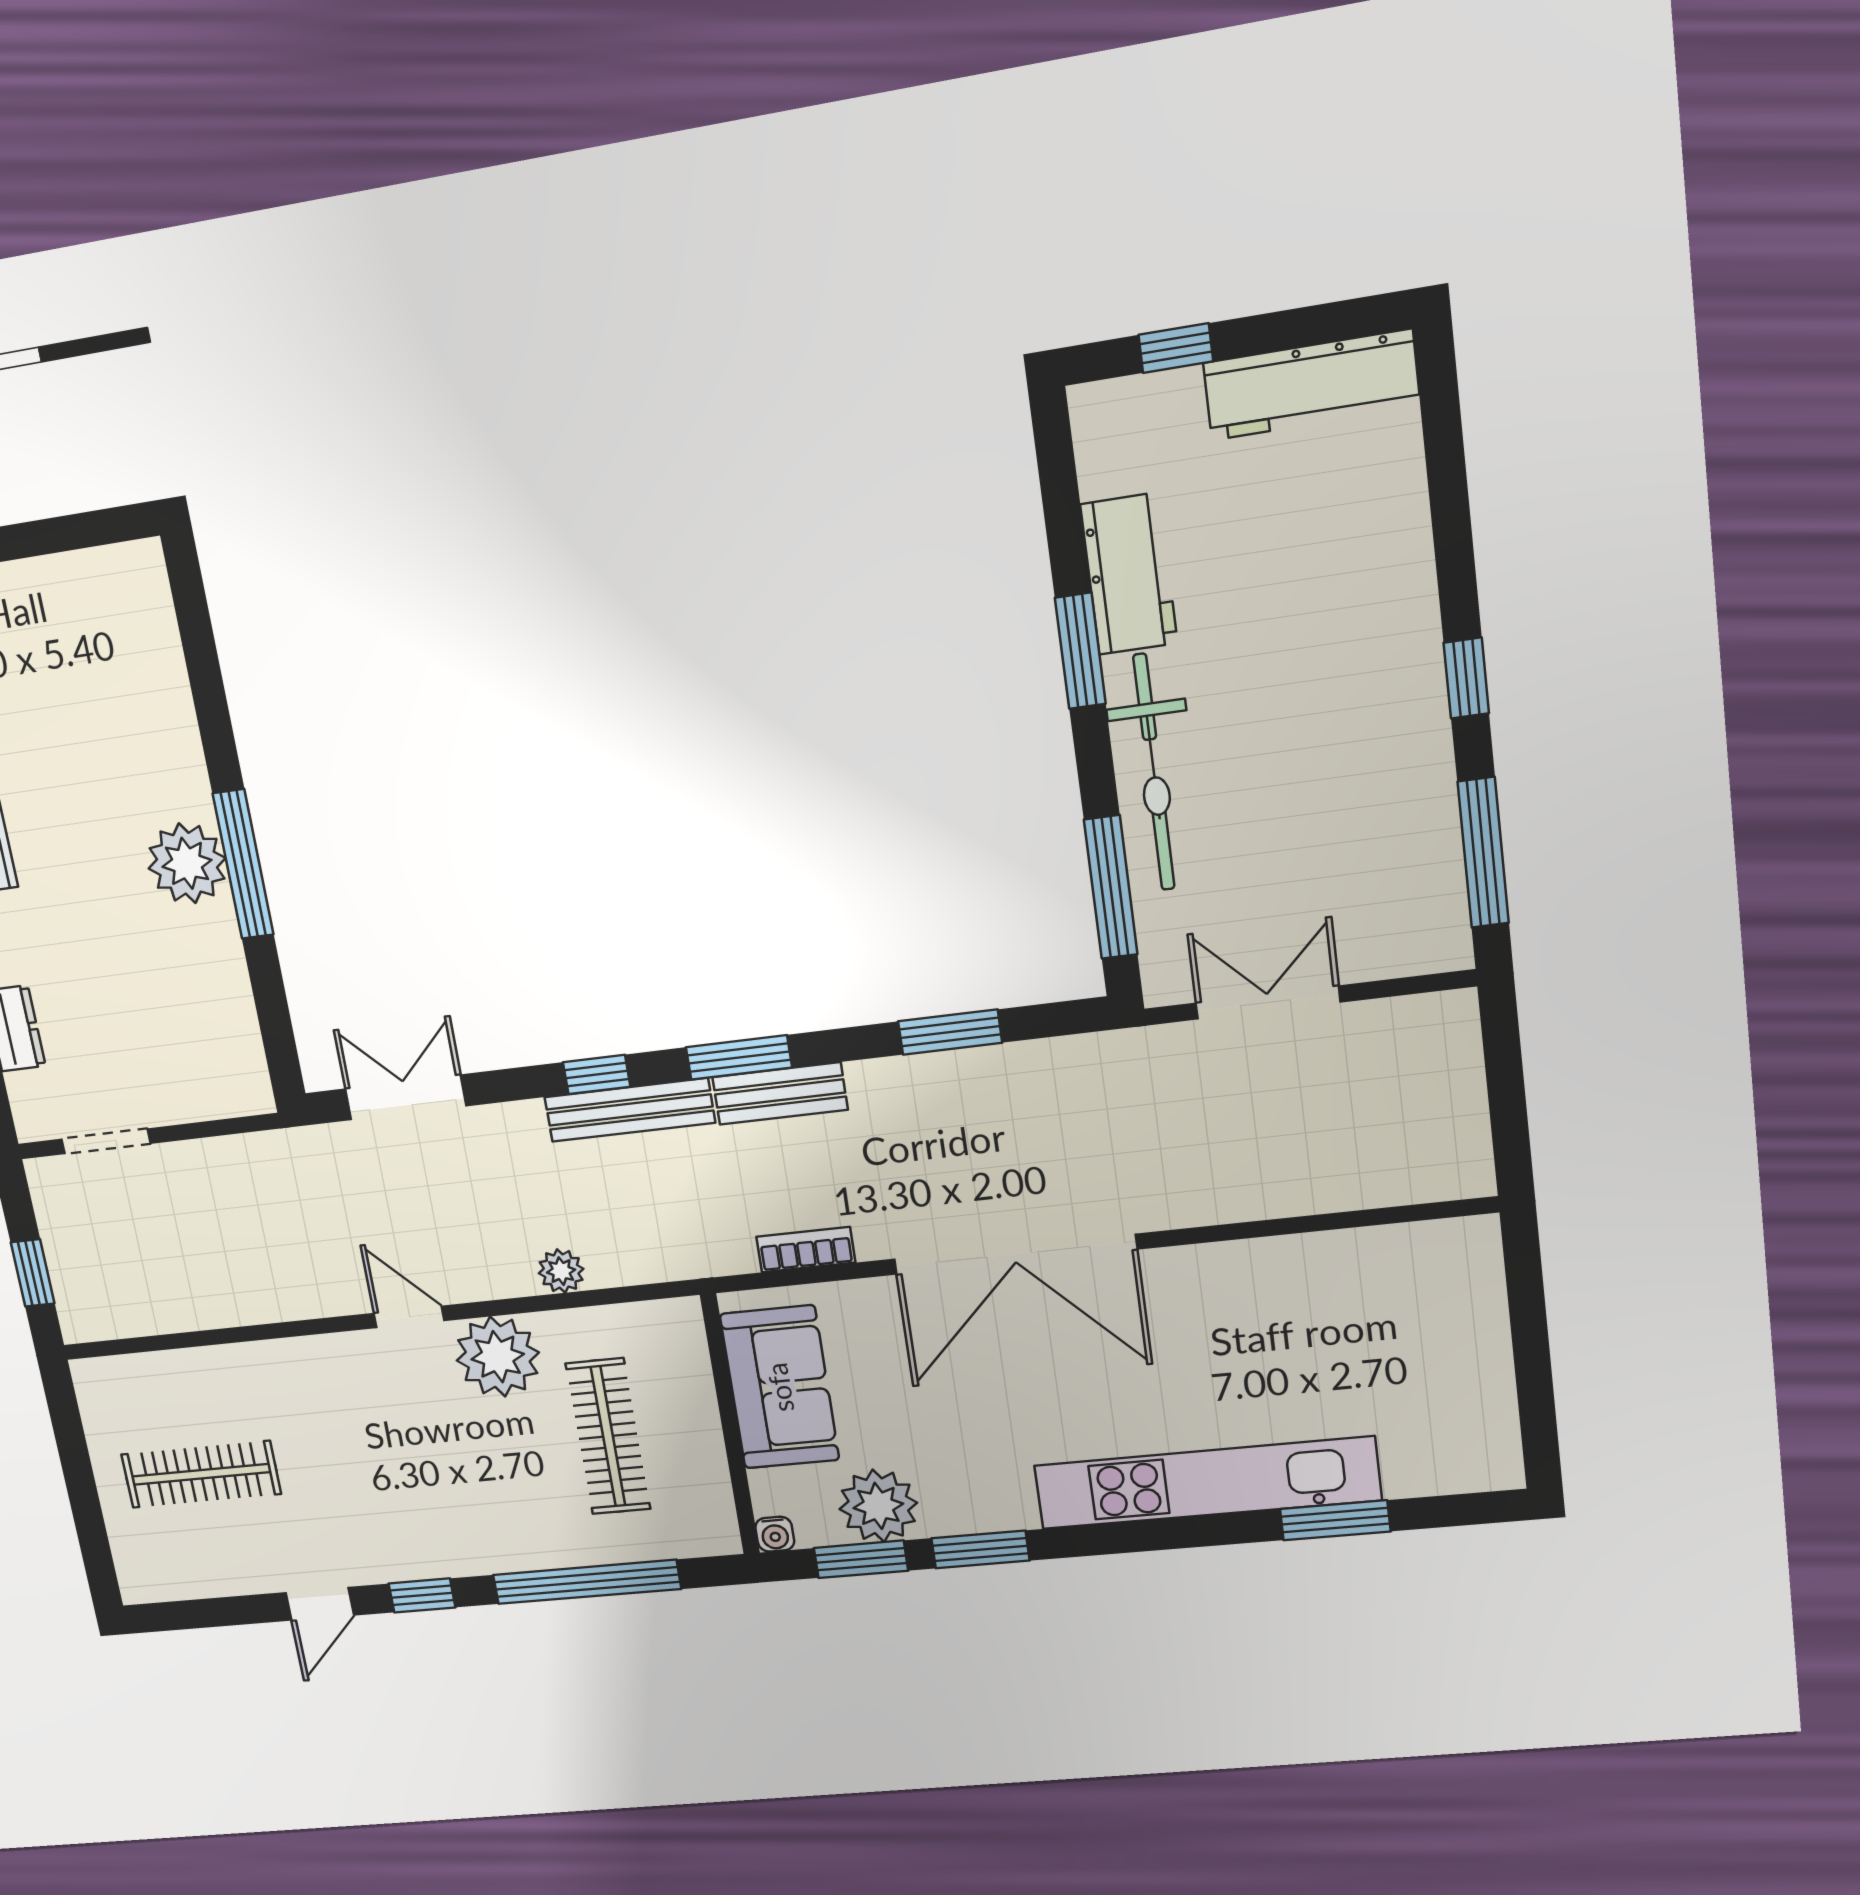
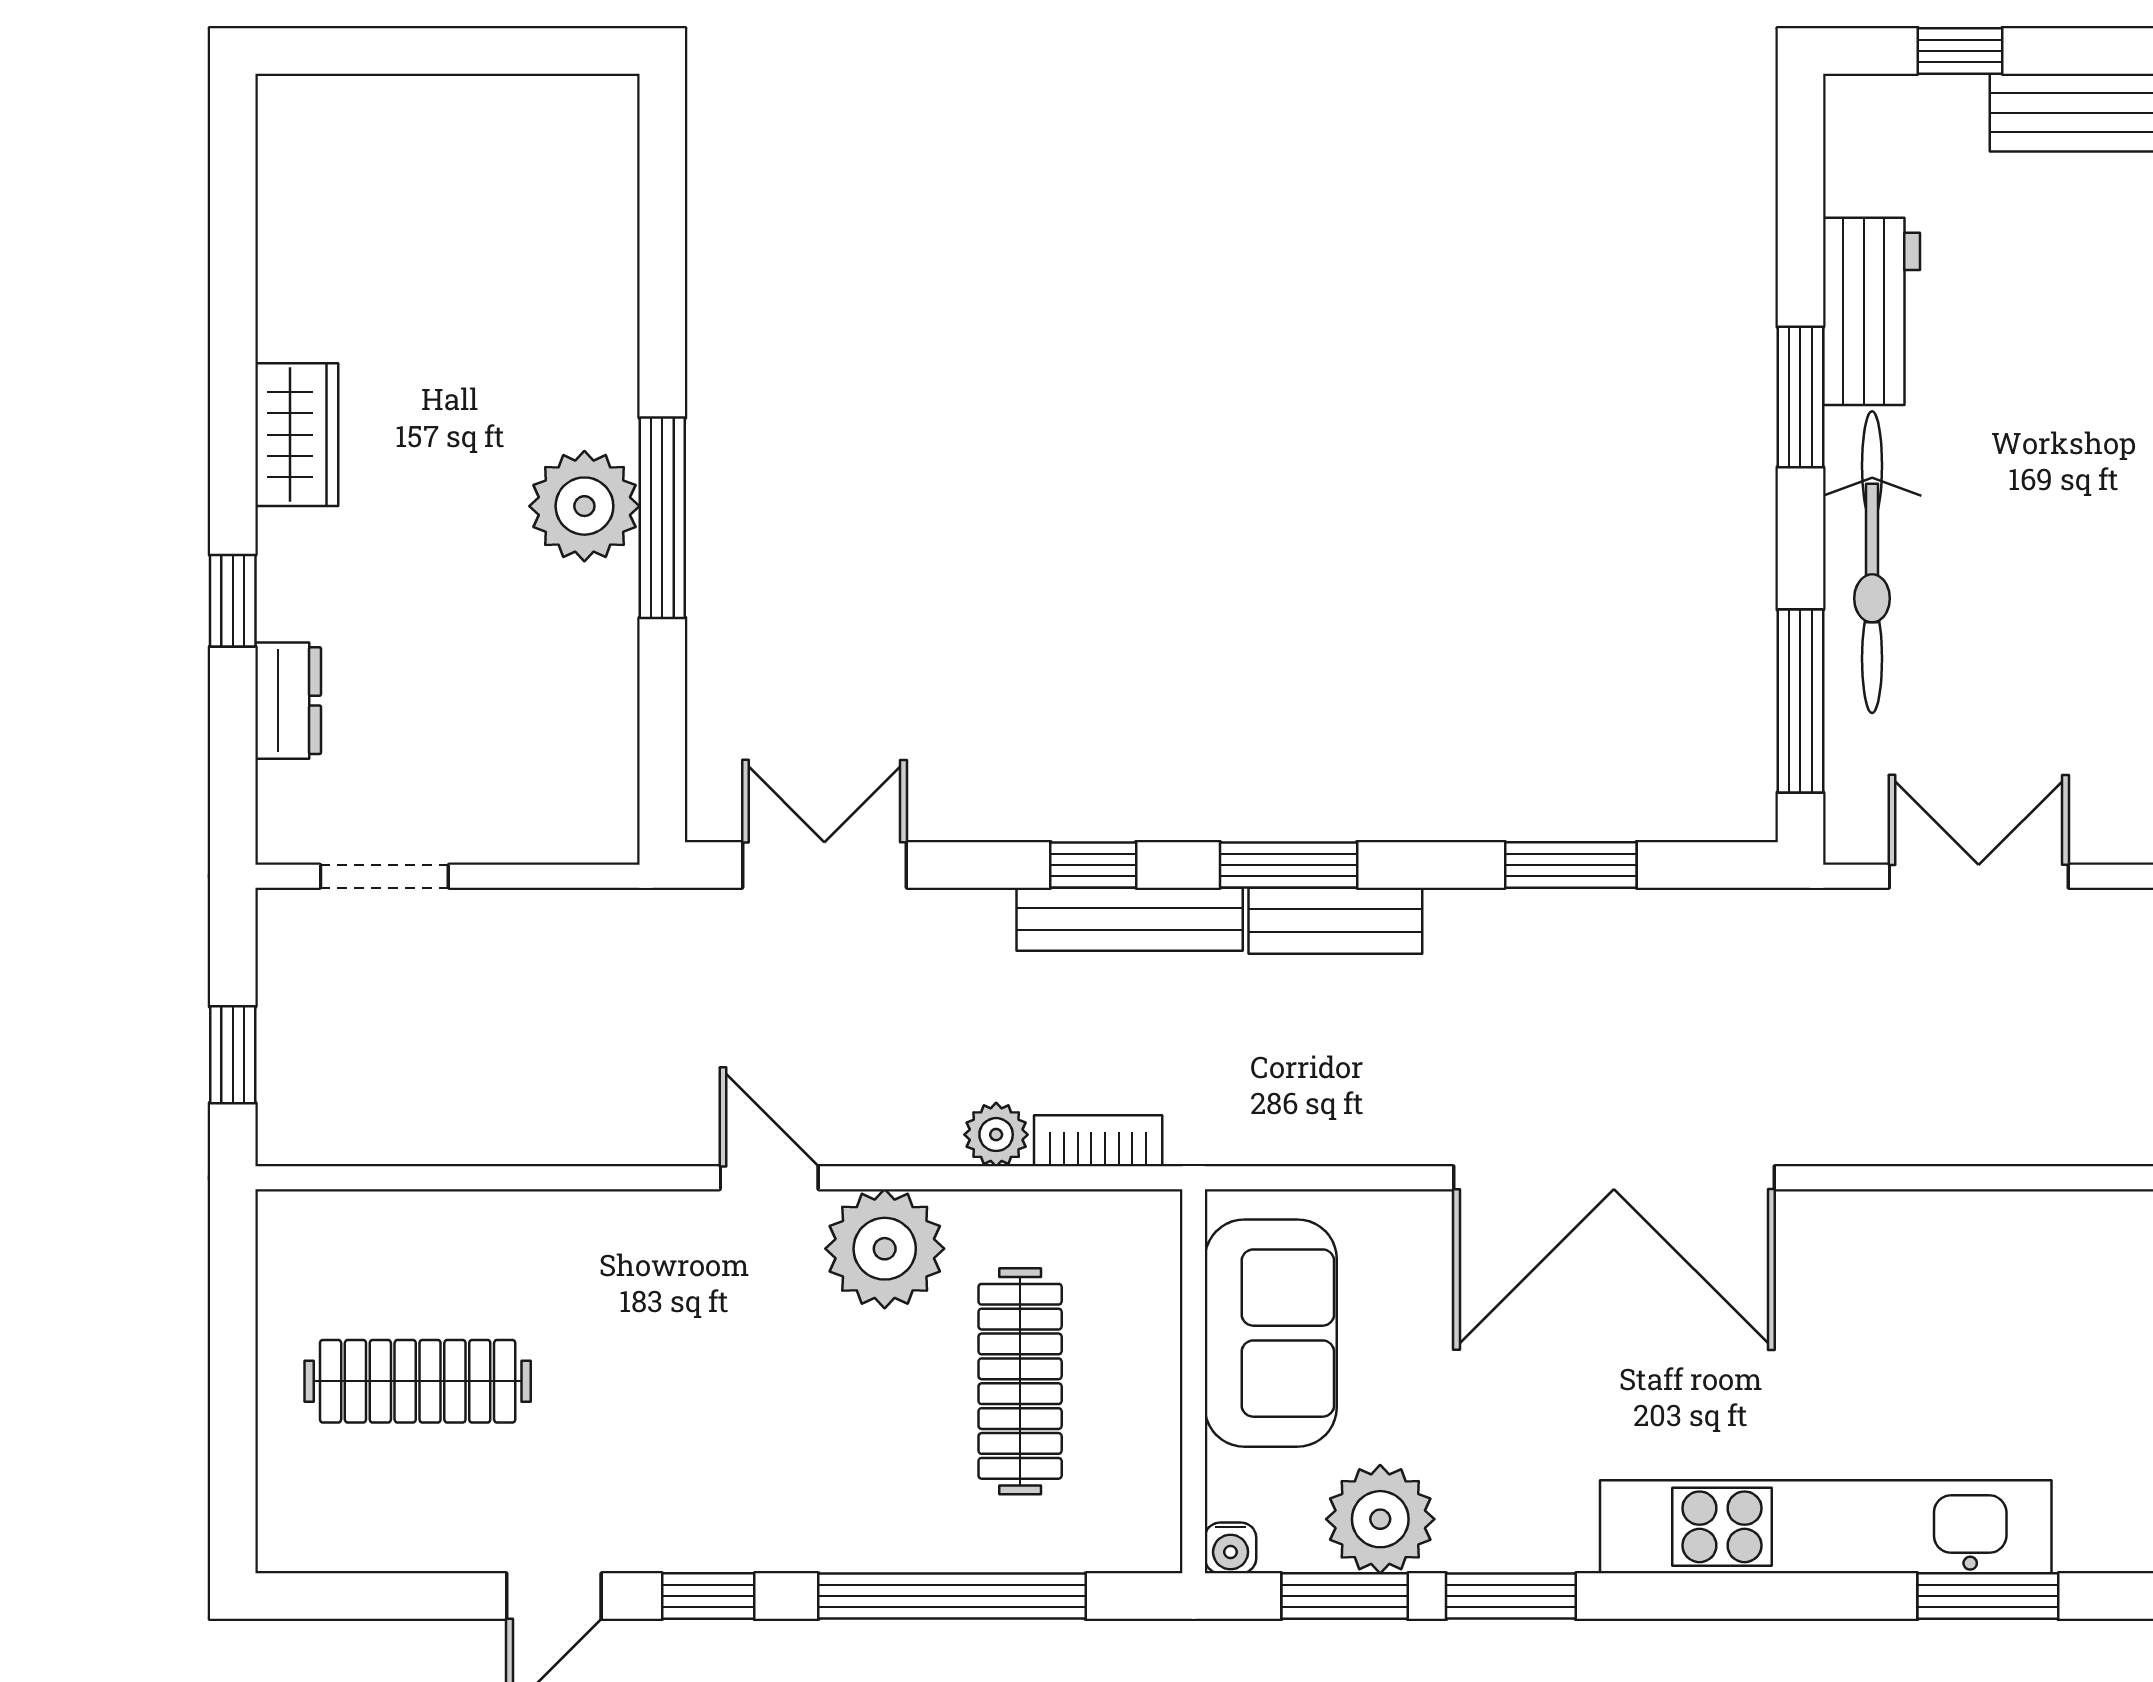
bookcase: (806, 1250) -> (1098, 1141), moved

